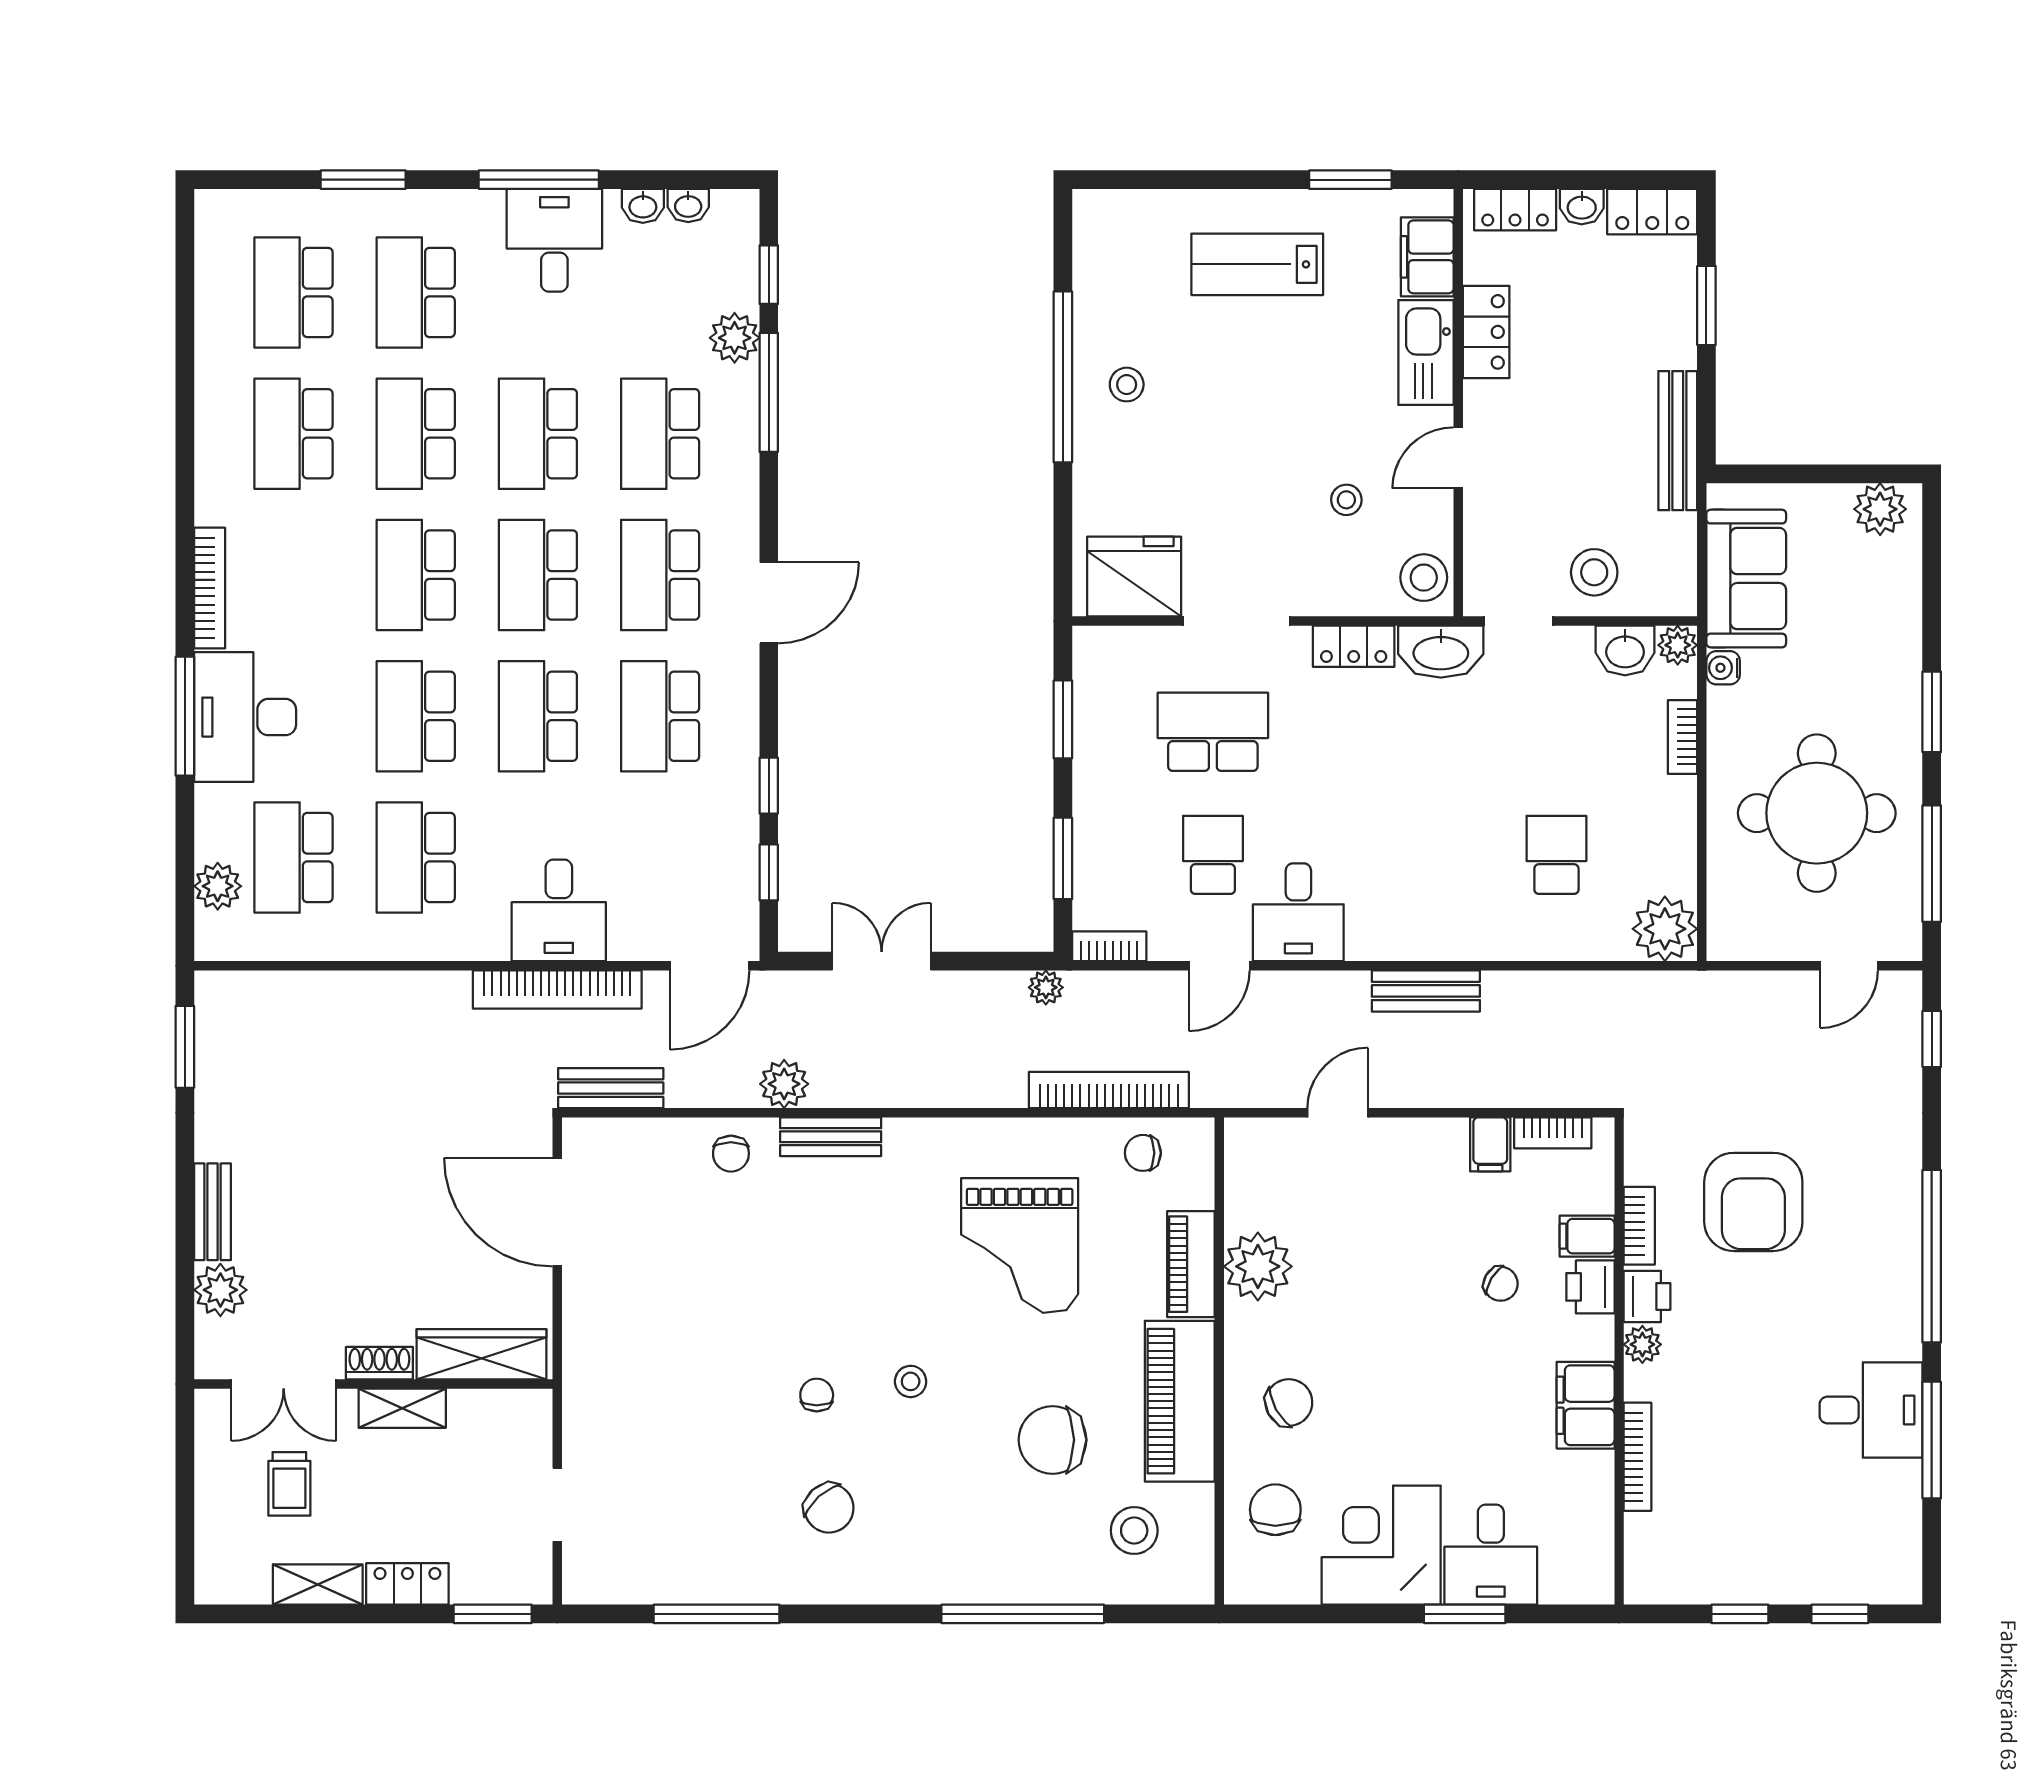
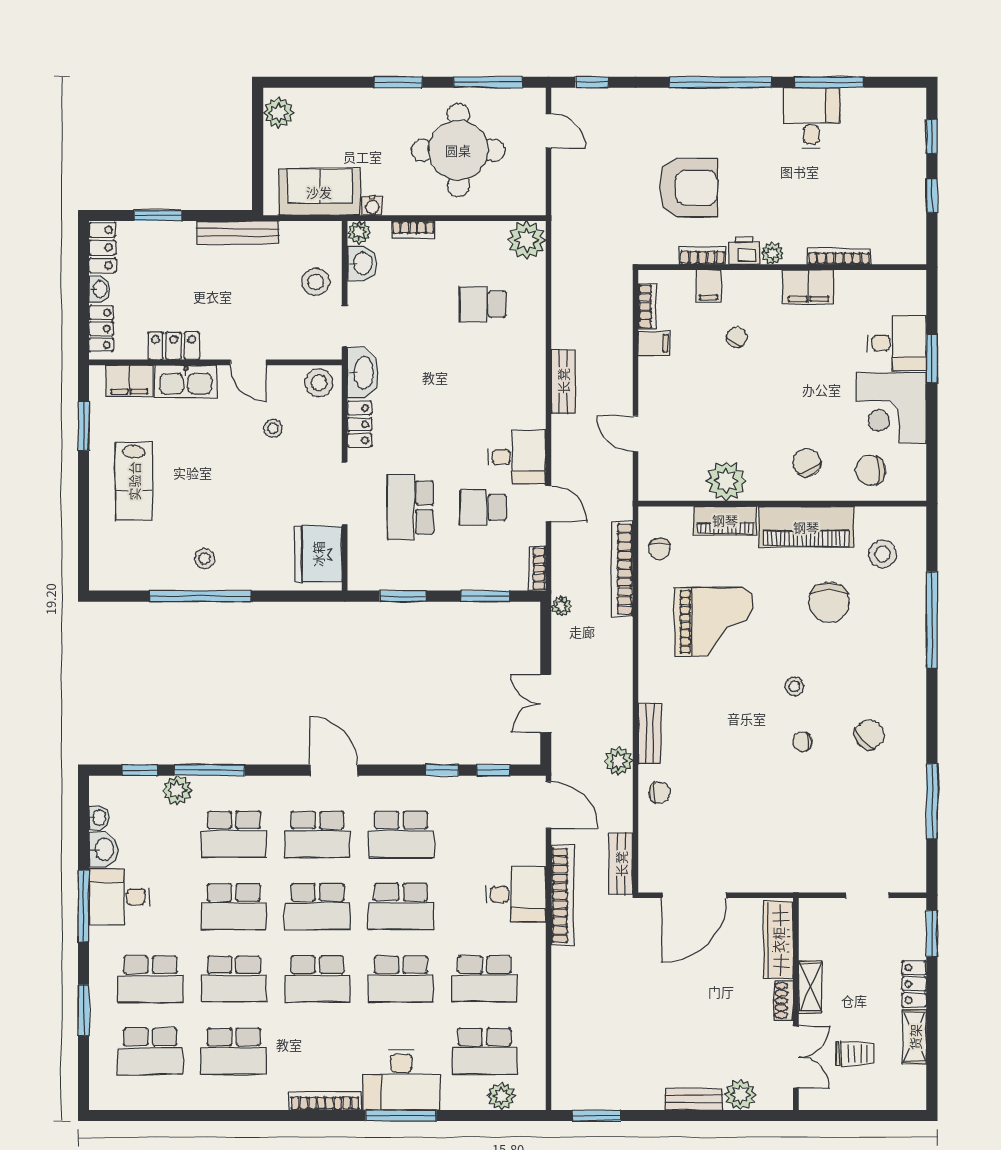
washbasin: (643, 206) -> (104, 849), width x1.38, depth x1.45
printer: (1590, 1287) -> (738, 284), removed

